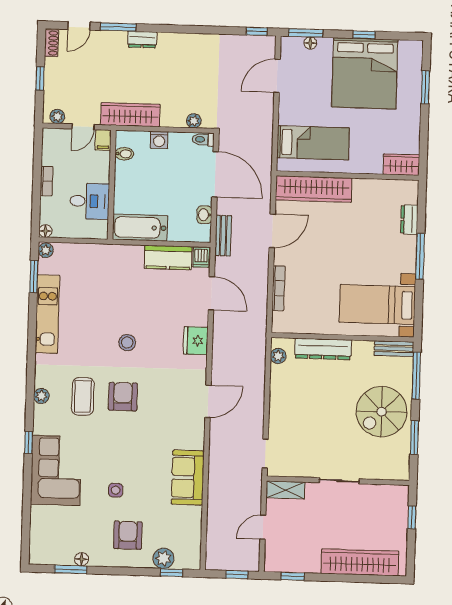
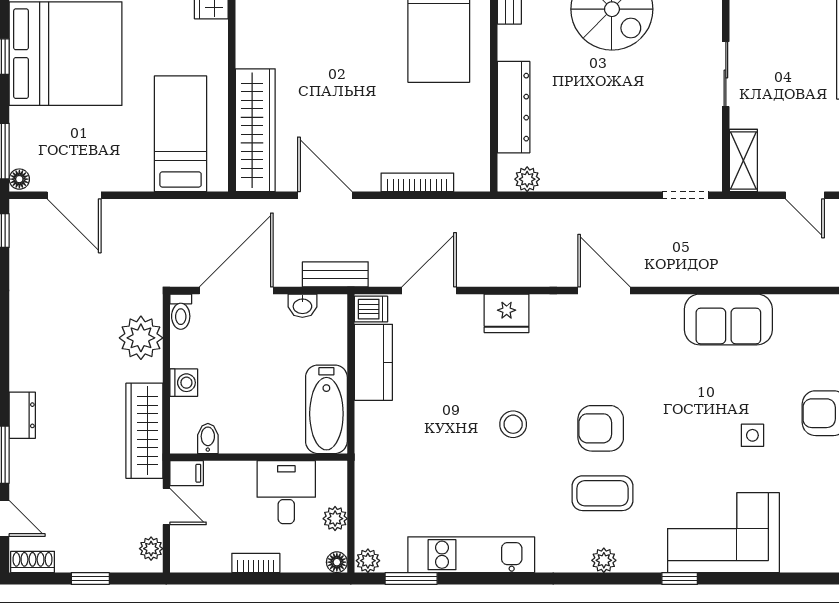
floor lamp: (310, 43) -> (19, 179), moved
plant: (194, 121) -> (141, 338), width x1.88, depth x1.88
plant: (72, 231) -> (335, 519), added

